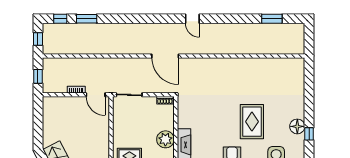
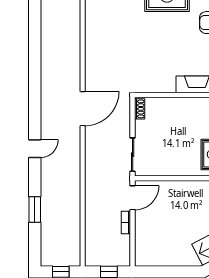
window: (60, 19) -> (35, 243), removed
door: (192, 19) -> (35, 149), moved
plant: (165, 139) -> (190, 108), removed

